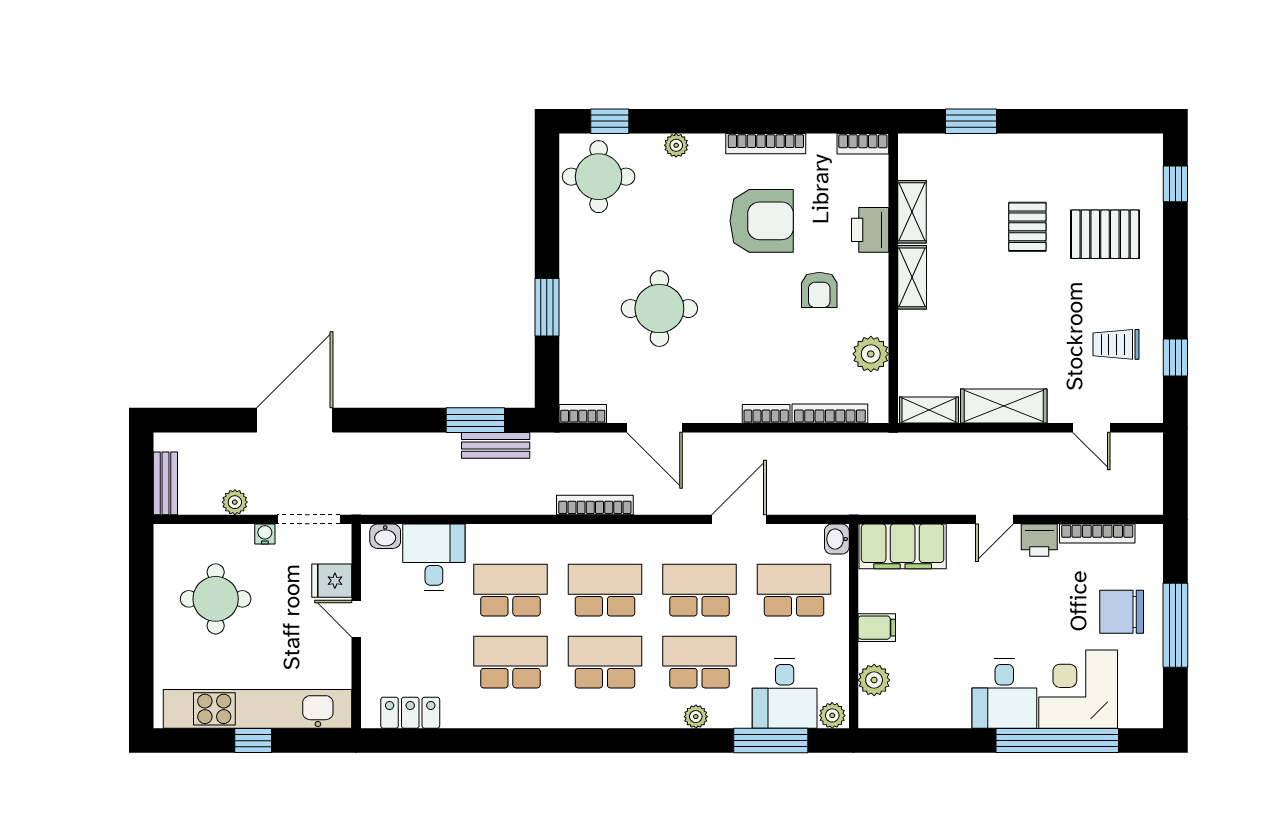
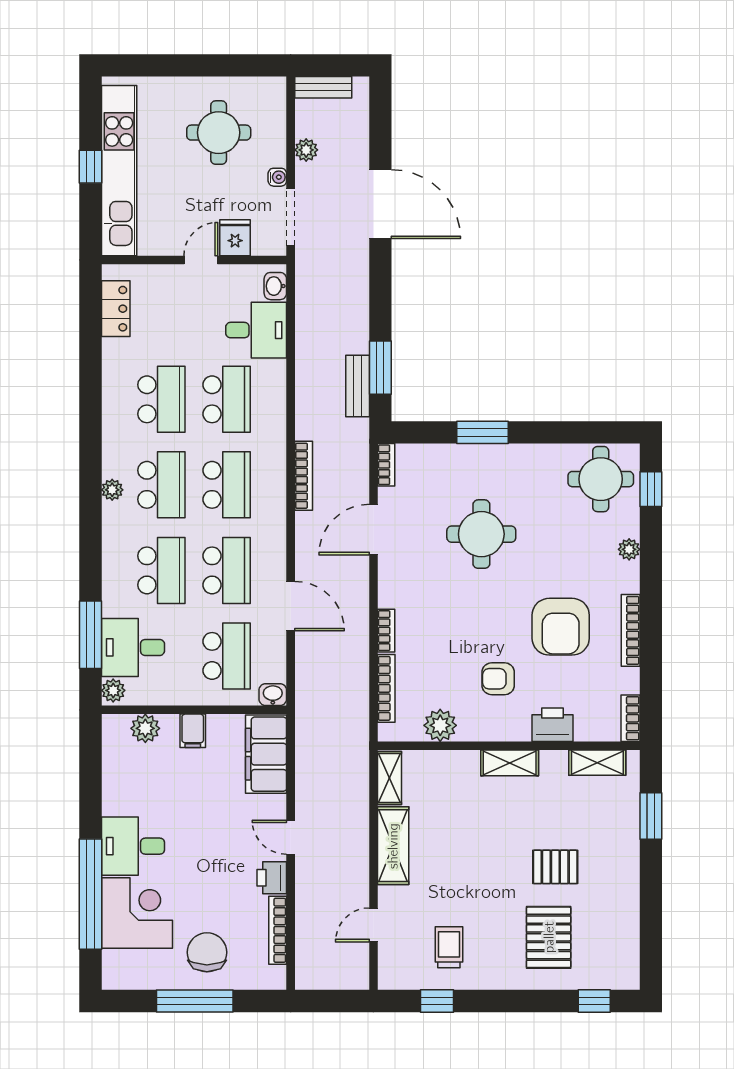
shelving: (912, 212) -> (597, 763), moved
plant: (696, 717) -> (112, 490), moved

